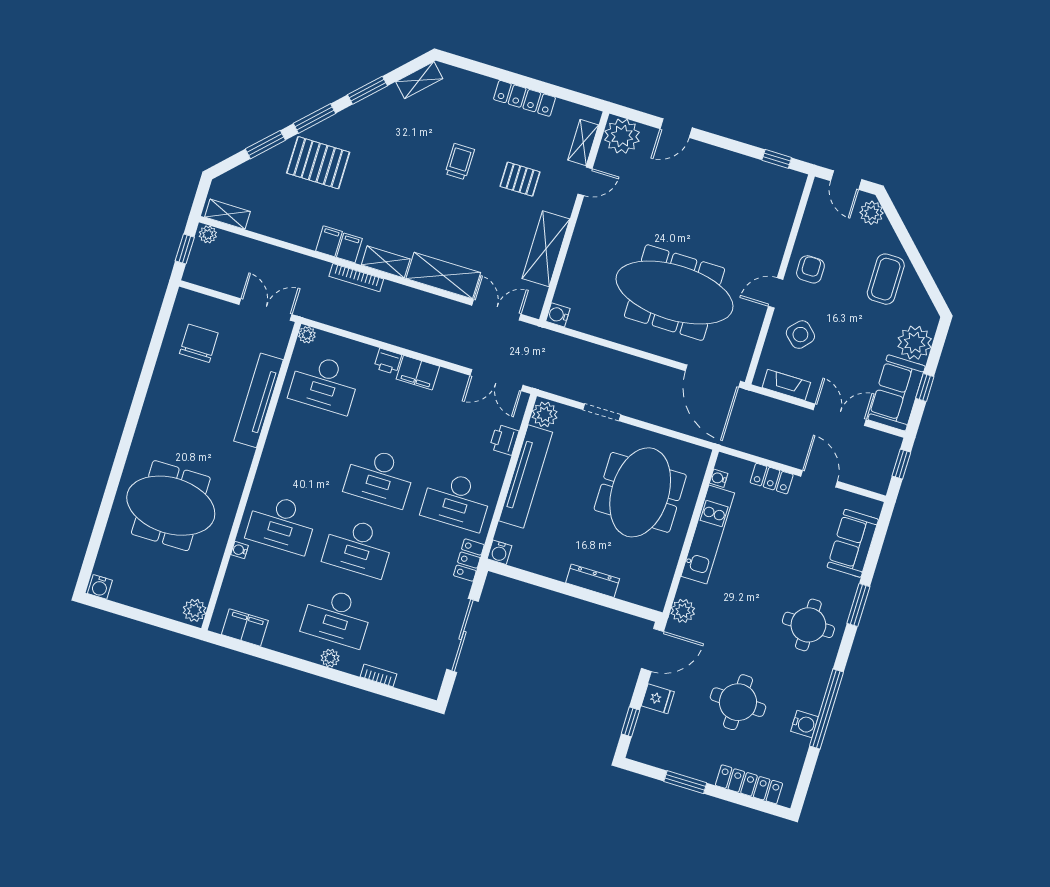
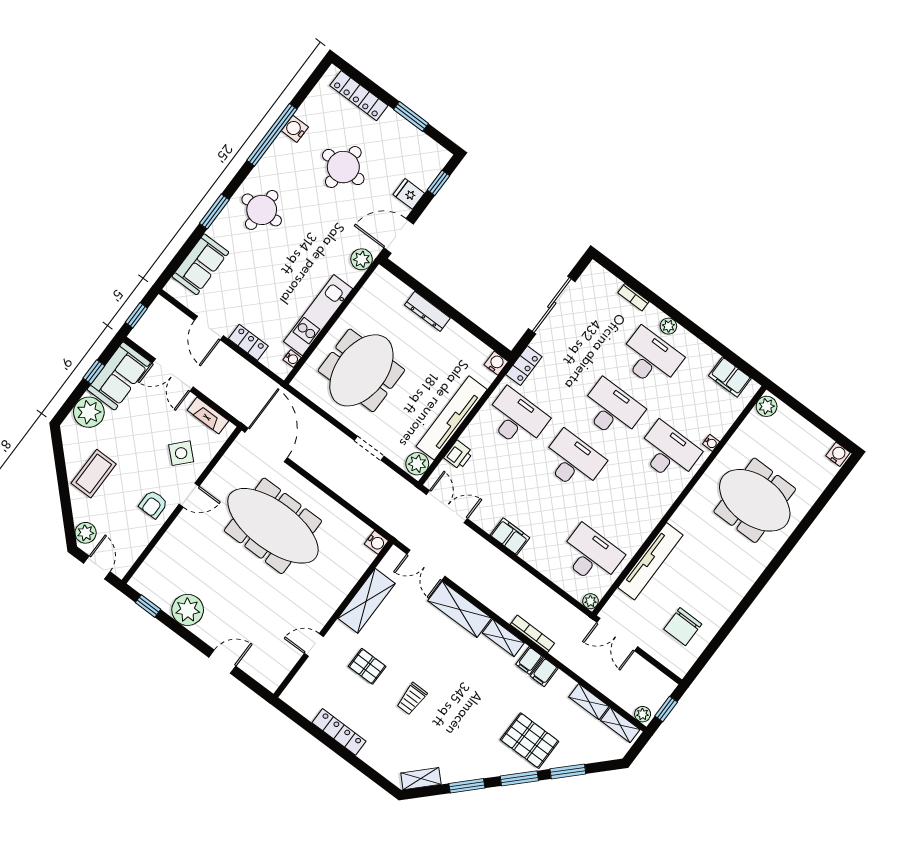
plant: (622, 136) -> (188, 610), moved
shelving: (583, 143) -> (589, 702), moved, turned 90
printer: (388, 361) -> (531, 555), removed

